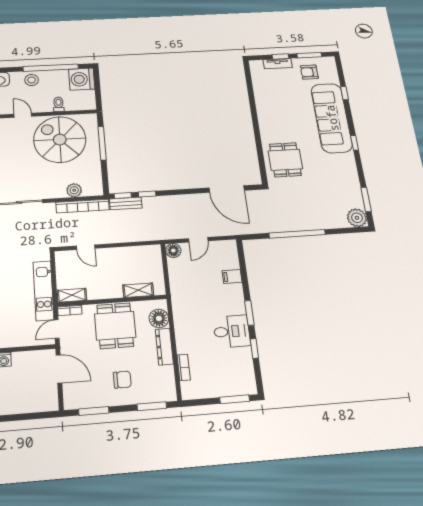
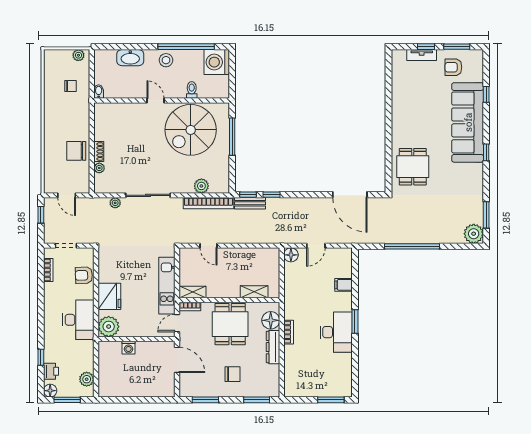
spiral stairs: (60, 140) -> (191, 130), turned -90
desk: (232, 331) -> (336, 332), width x1.37
window: (254, 348) -> (355, 355), removed
bookcase: (184, 367) -> (289, 332), moved

